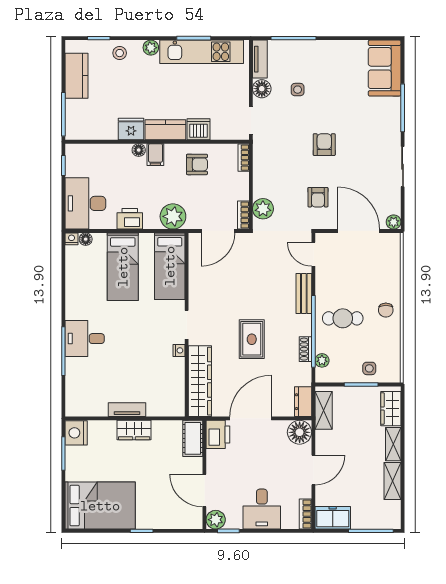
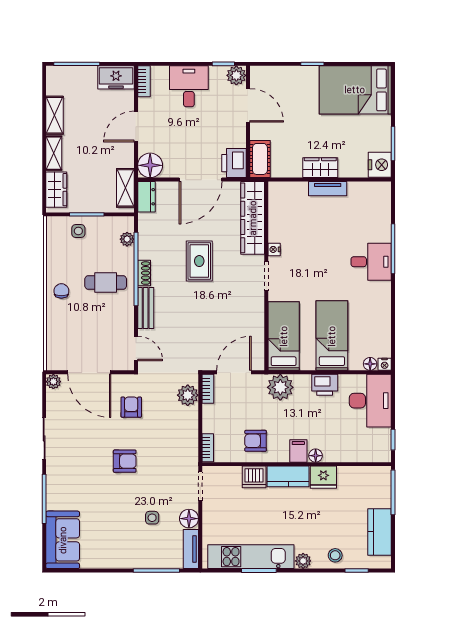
armchair: (324, 145) -> (125, 461), turned -90
shoe rack: (305, 349) -> (144, 273), moved

